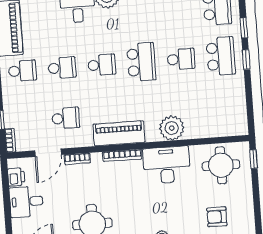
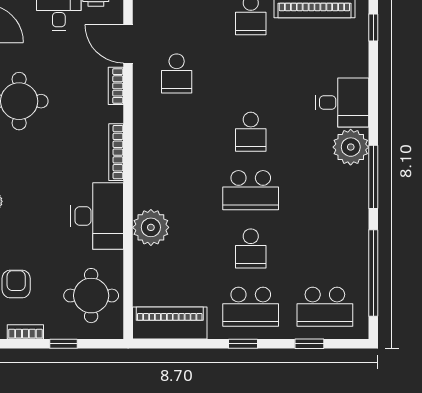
window: (244, 28) -> (309, 344), moved
school desk: (62, 68) -> (251, 73), removed
piano: (119, 133) -> (170, 323), moved, turned -90
window: (254, 159) -> (64, 344), moved
bookcase: (249, 208) -> (25, 332), added

